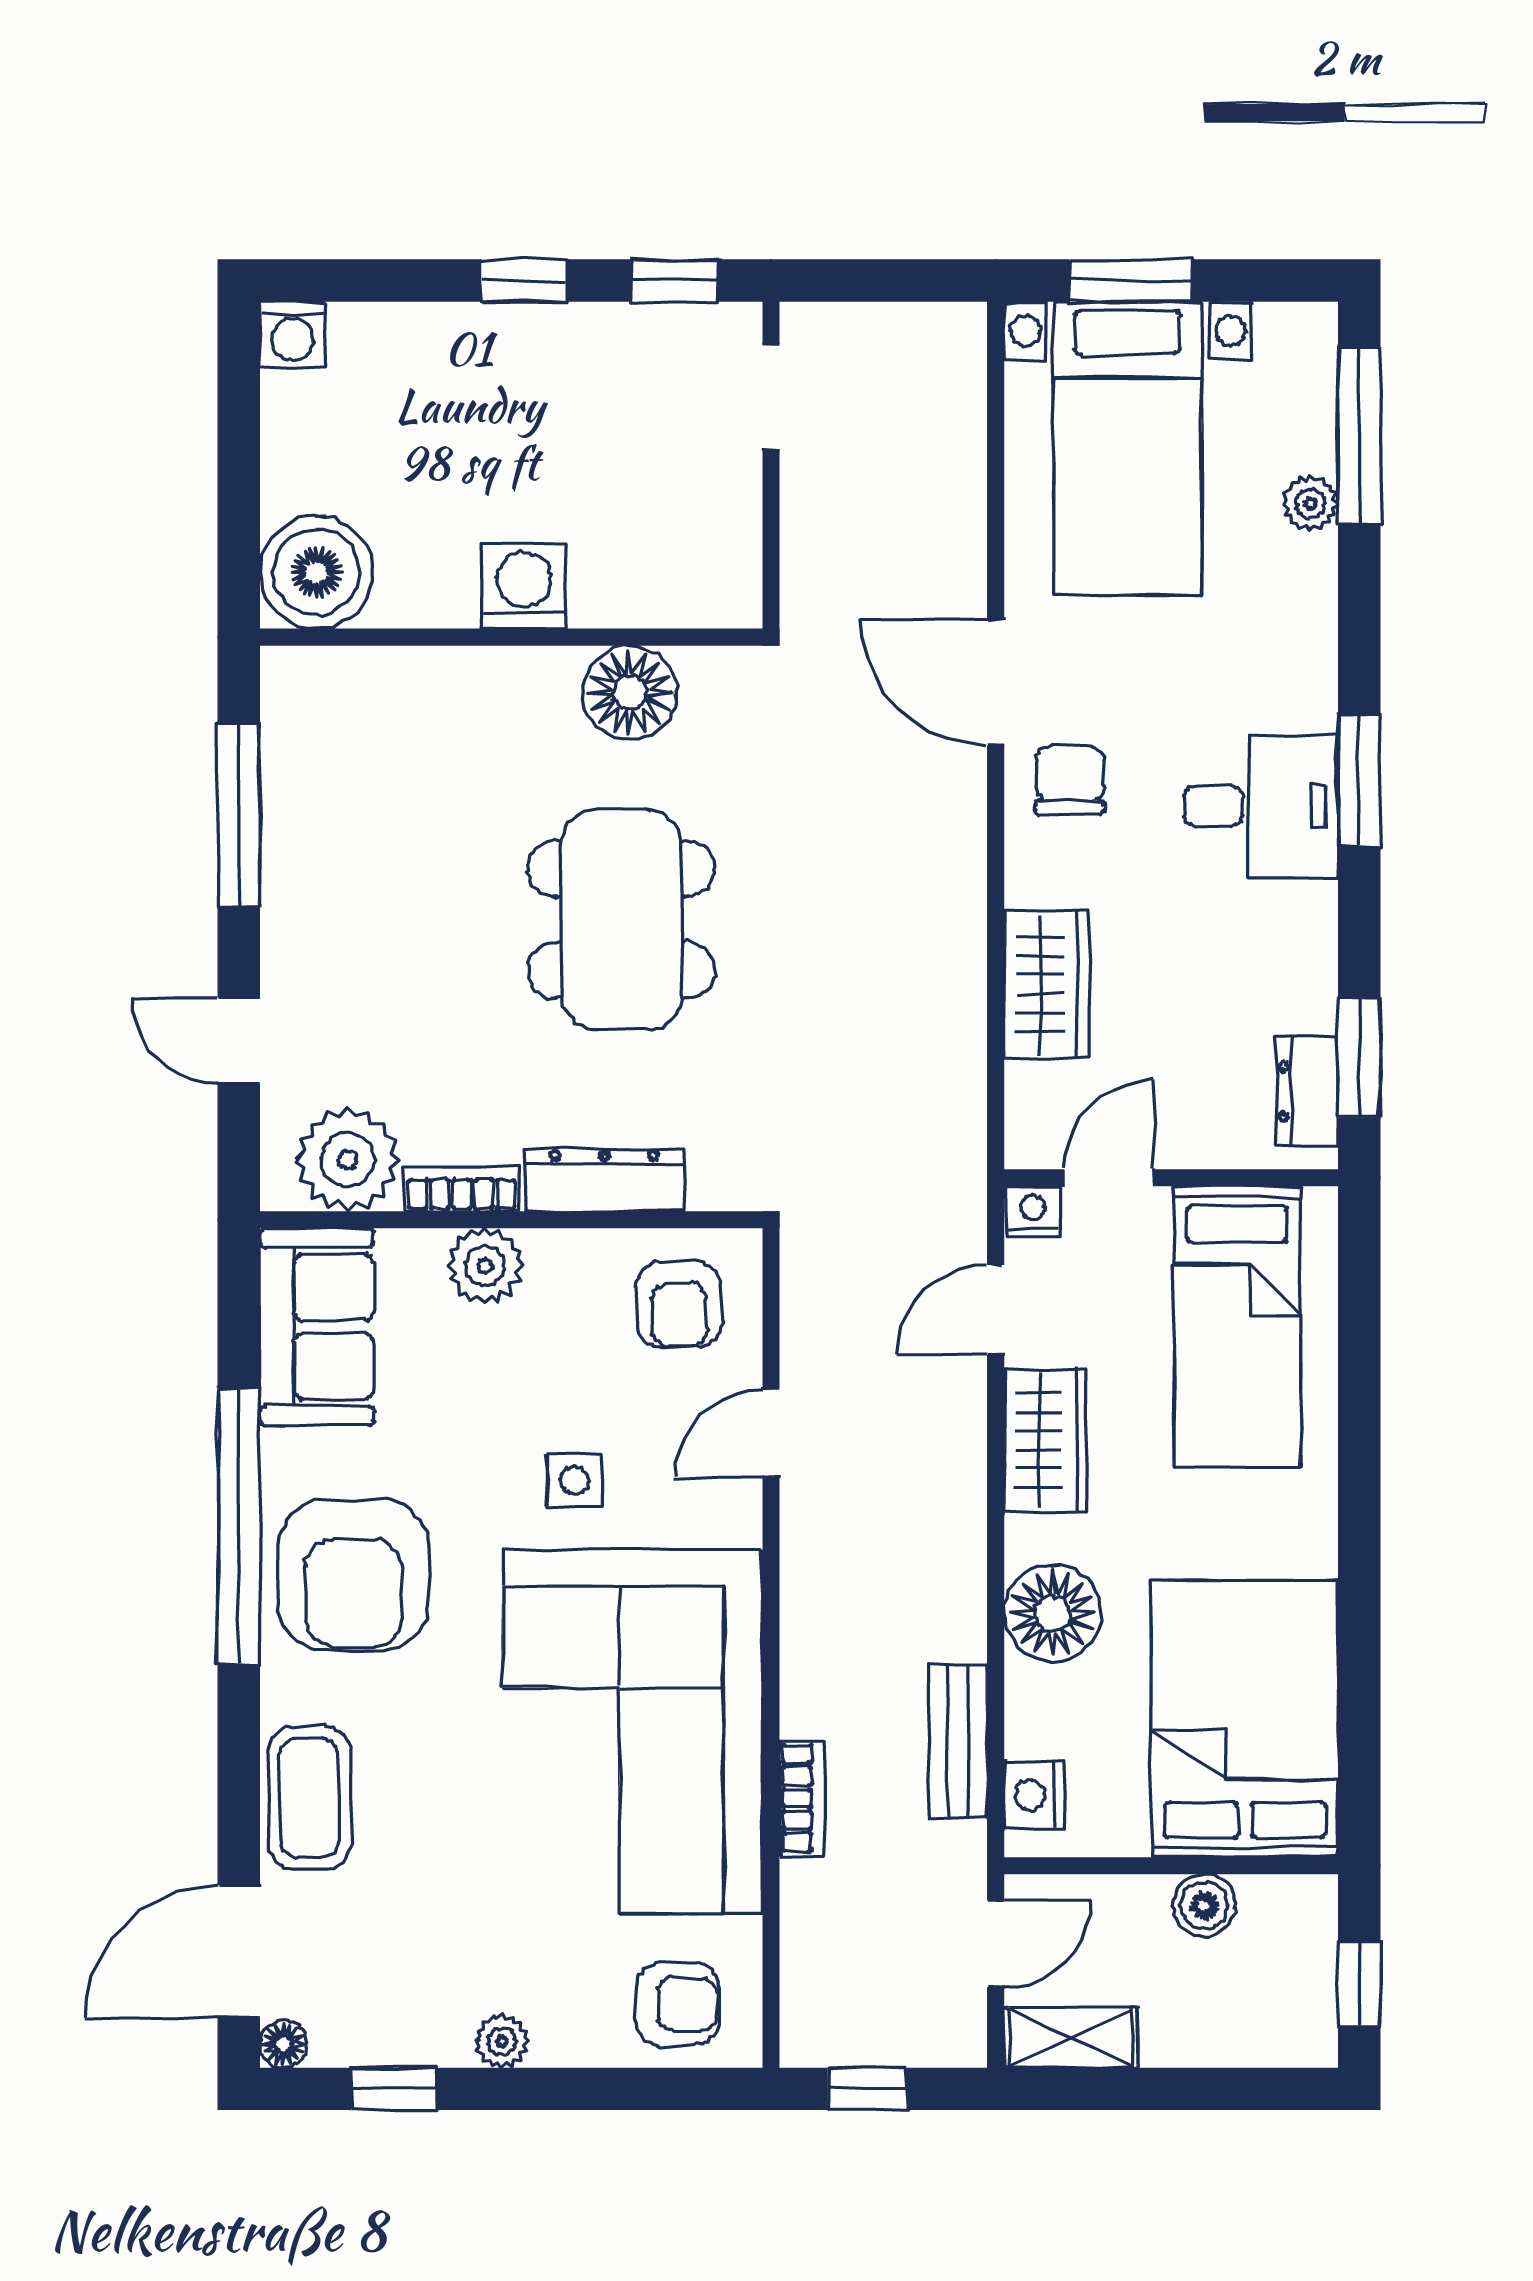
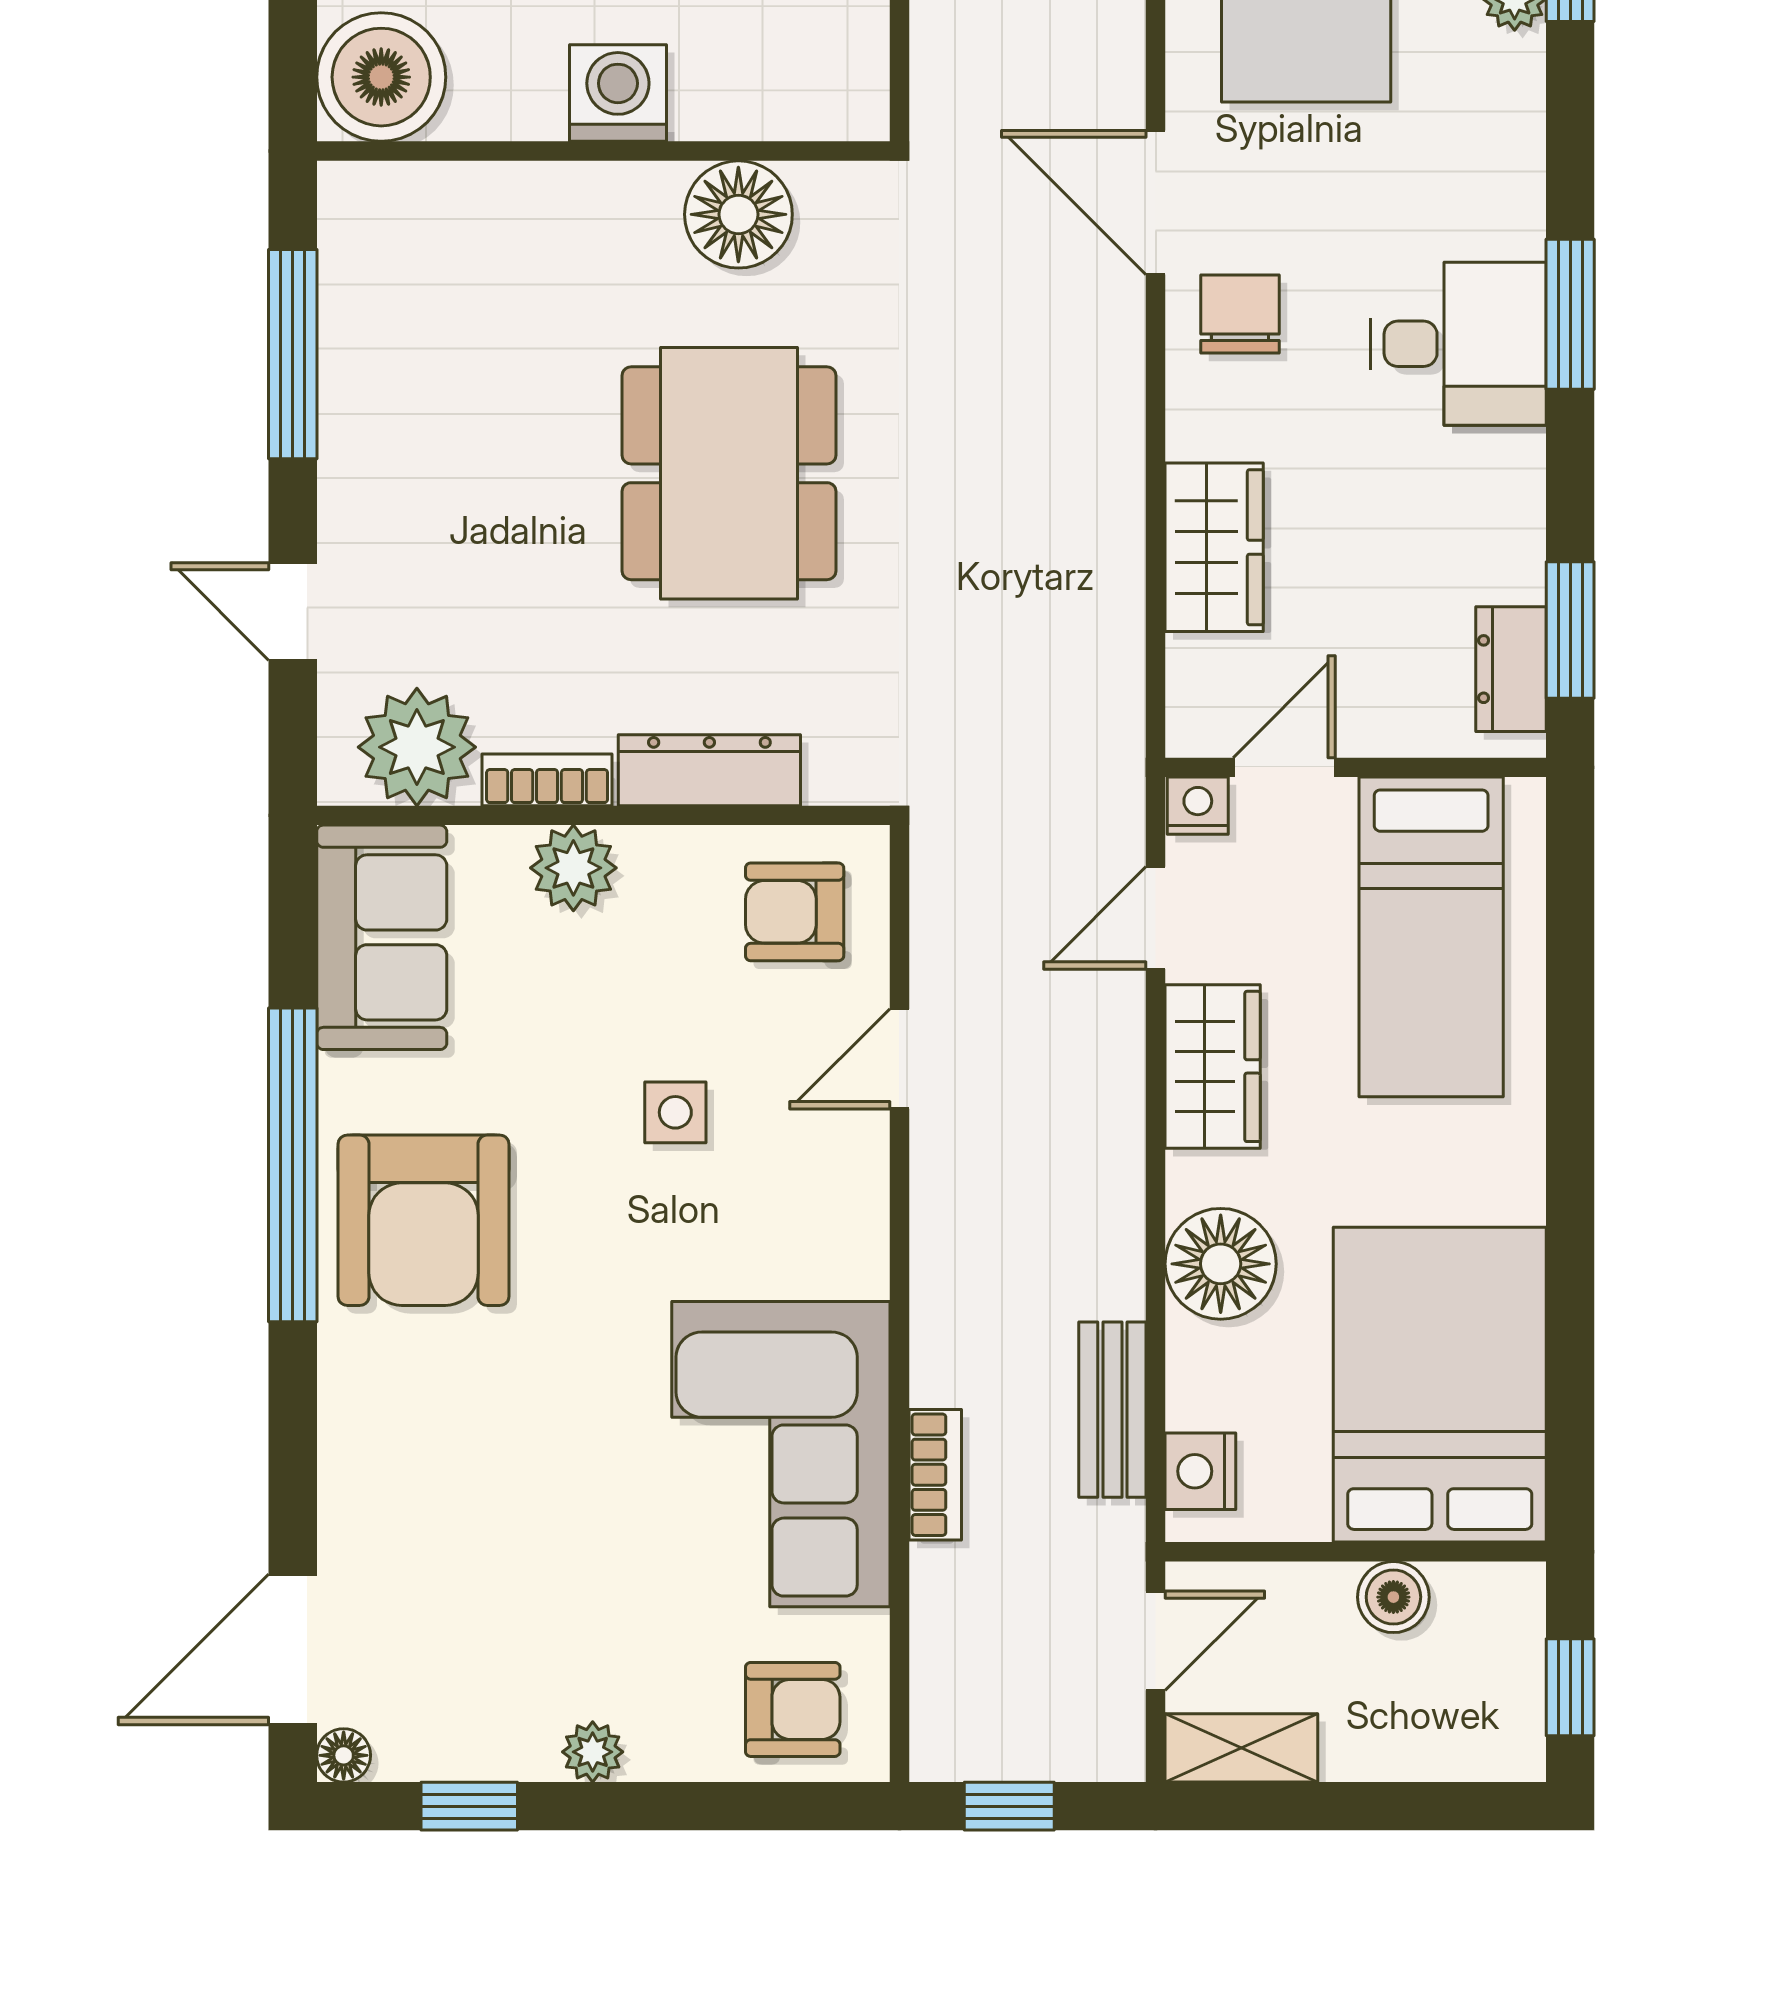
armchair: (679, 1304) -> (795, 912), turned 92
corner sofa: (633, 1732) -> (781, 1454), width x0.73, depth x0.74
coffee table: (309, 1798) -> (373, 1474), removed

